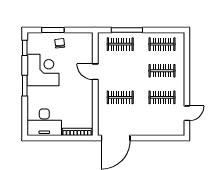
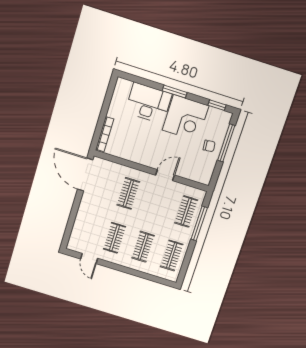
window: (53, 30) -> (226, 143), width x1.44
desk: (44, 122) -> (148, 103), moved, turned 90

